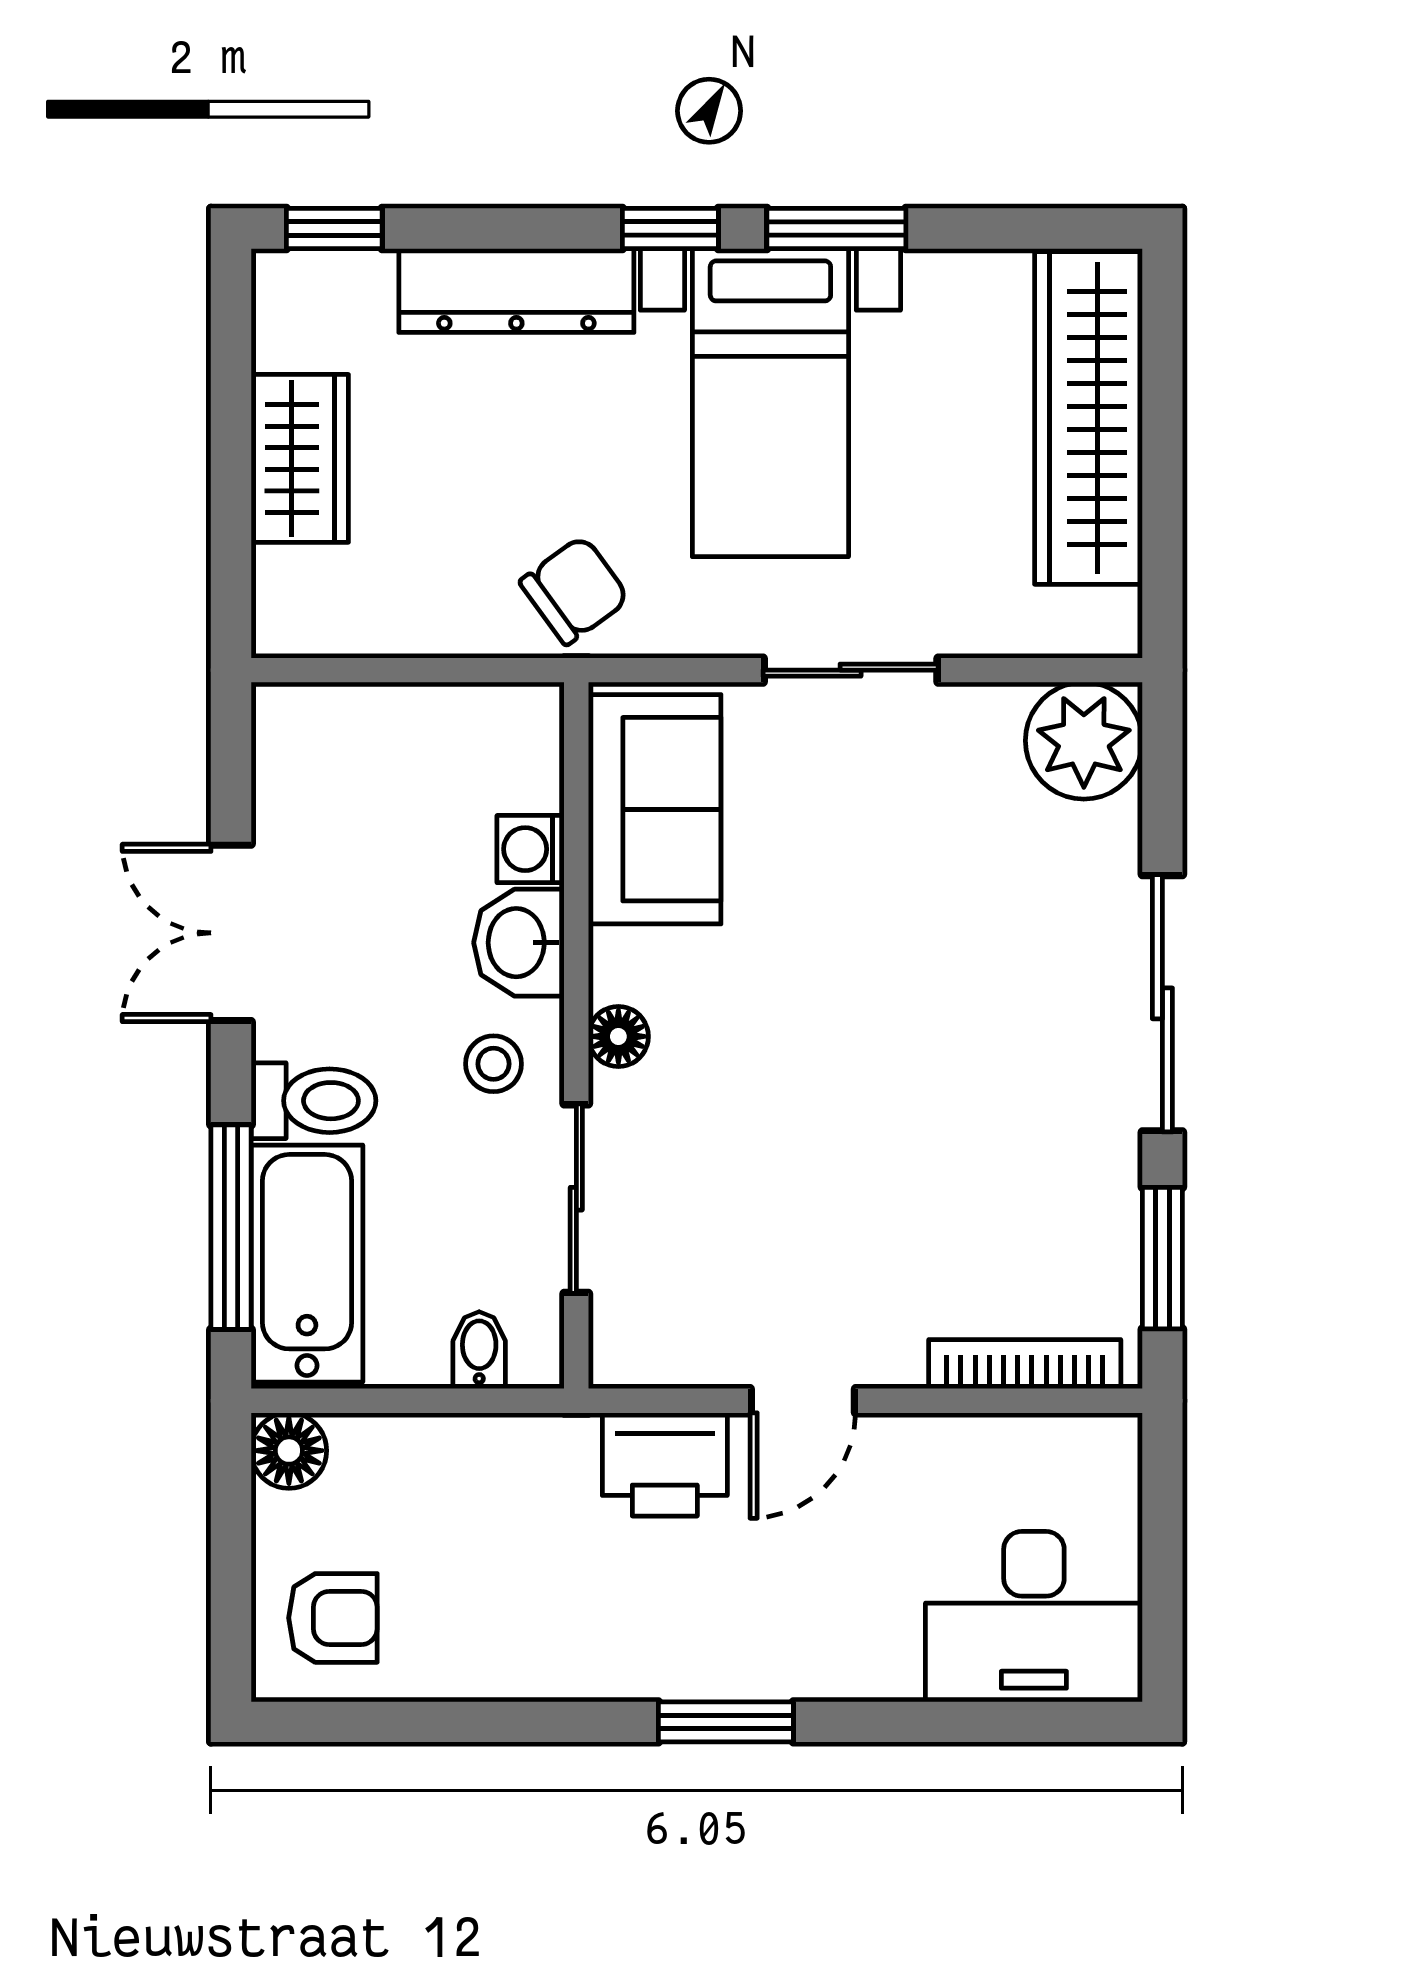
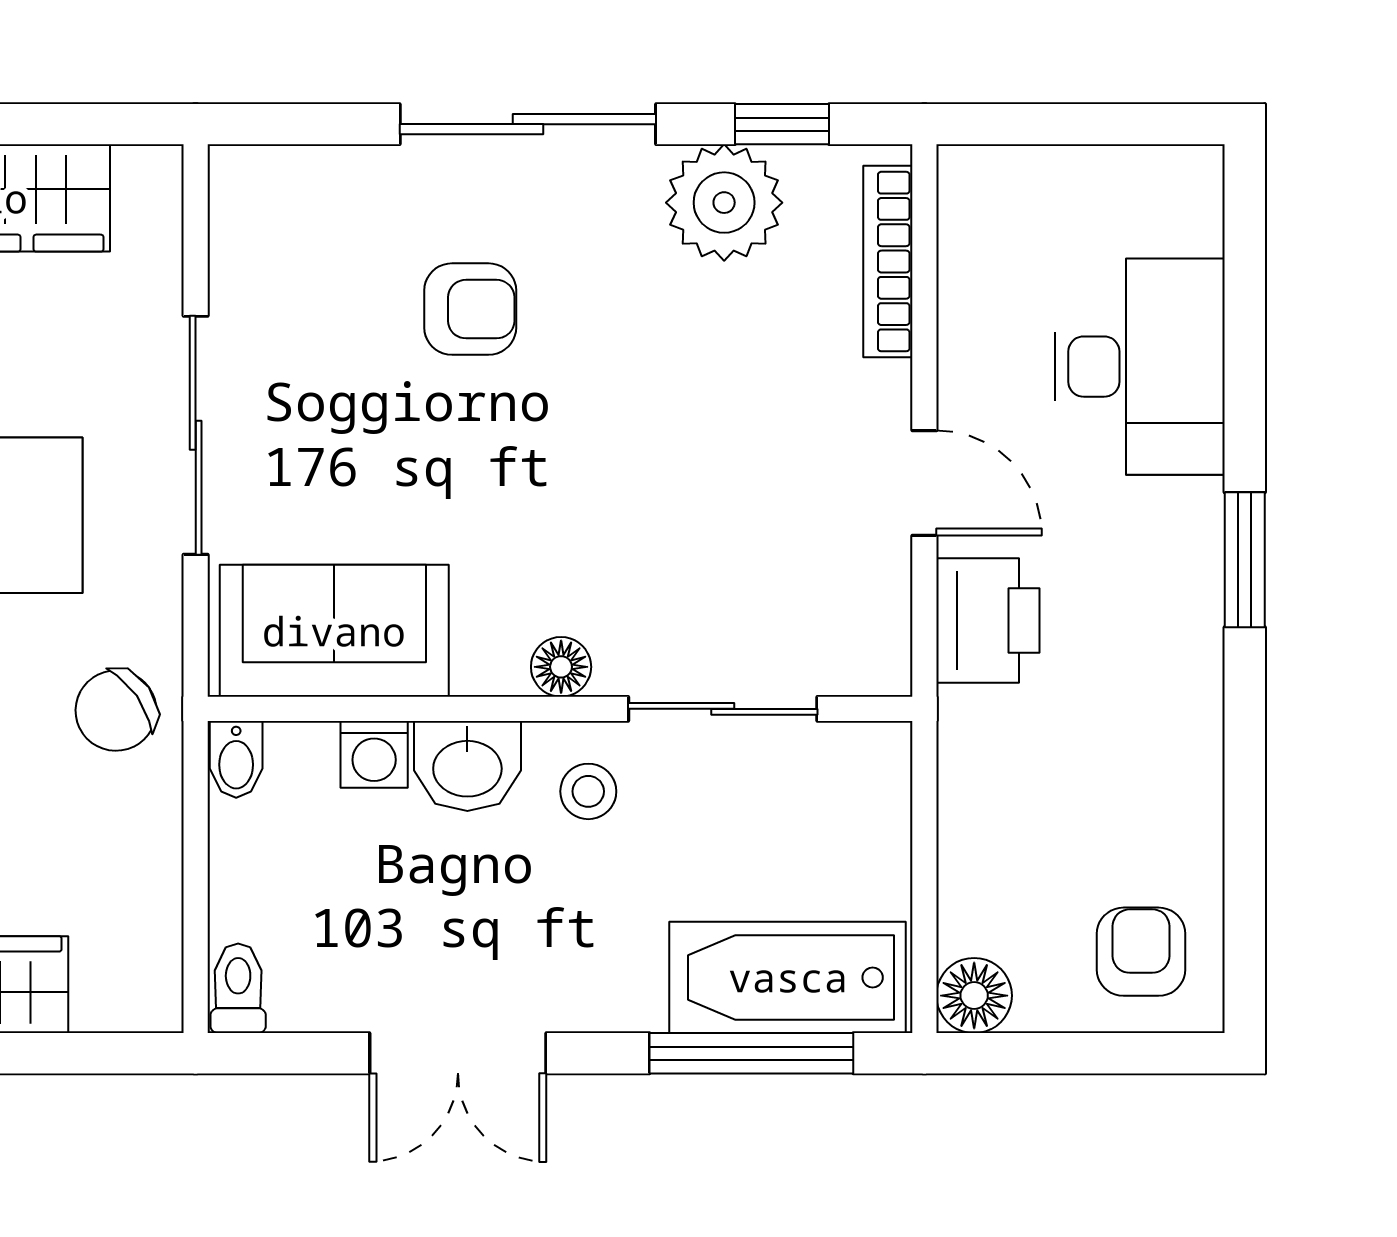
chair: (575, 590) -> (116, 711), turned -89
sliding door: (851, 670) -> (196, 435), width x1.37
plant: (1084, 741) -> (724, 203), moved
armchair: (977, 945) -> (470, 309), added
toilet: (313, 1101) -> (238, 988), moved, width x0.73, depth x0.72
window: (1162, 1258) -> (782, 124), width x0.67
bidet: (479, 1350) -> (236, 759), moved, turned -90
desk: (1034, 1617) -> (1140, 367), moved

